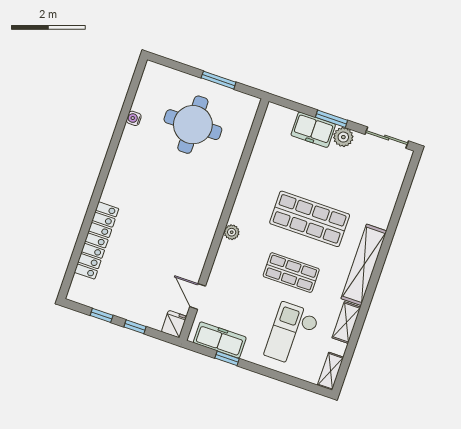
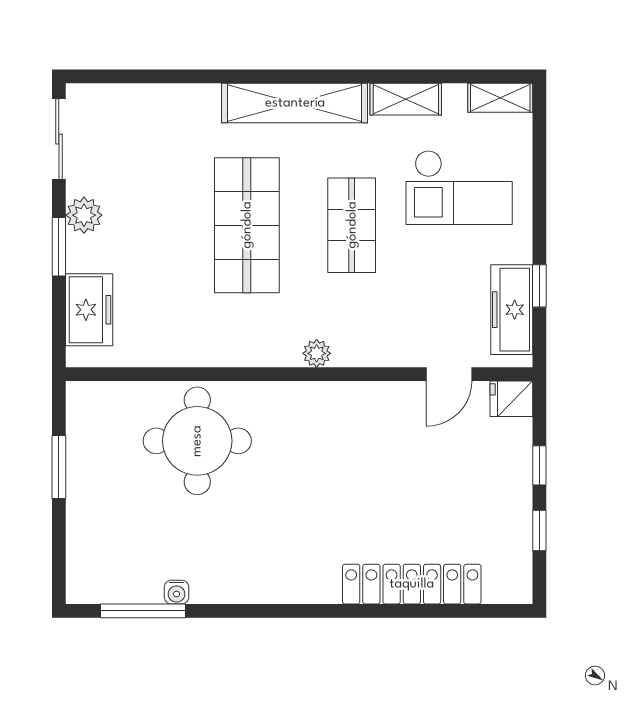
window: (130, 98) -> (143, 611), added
round table: (193, 125) -> (197, 441), moved
freezer: (313, 130) -> (89, 310), moved

